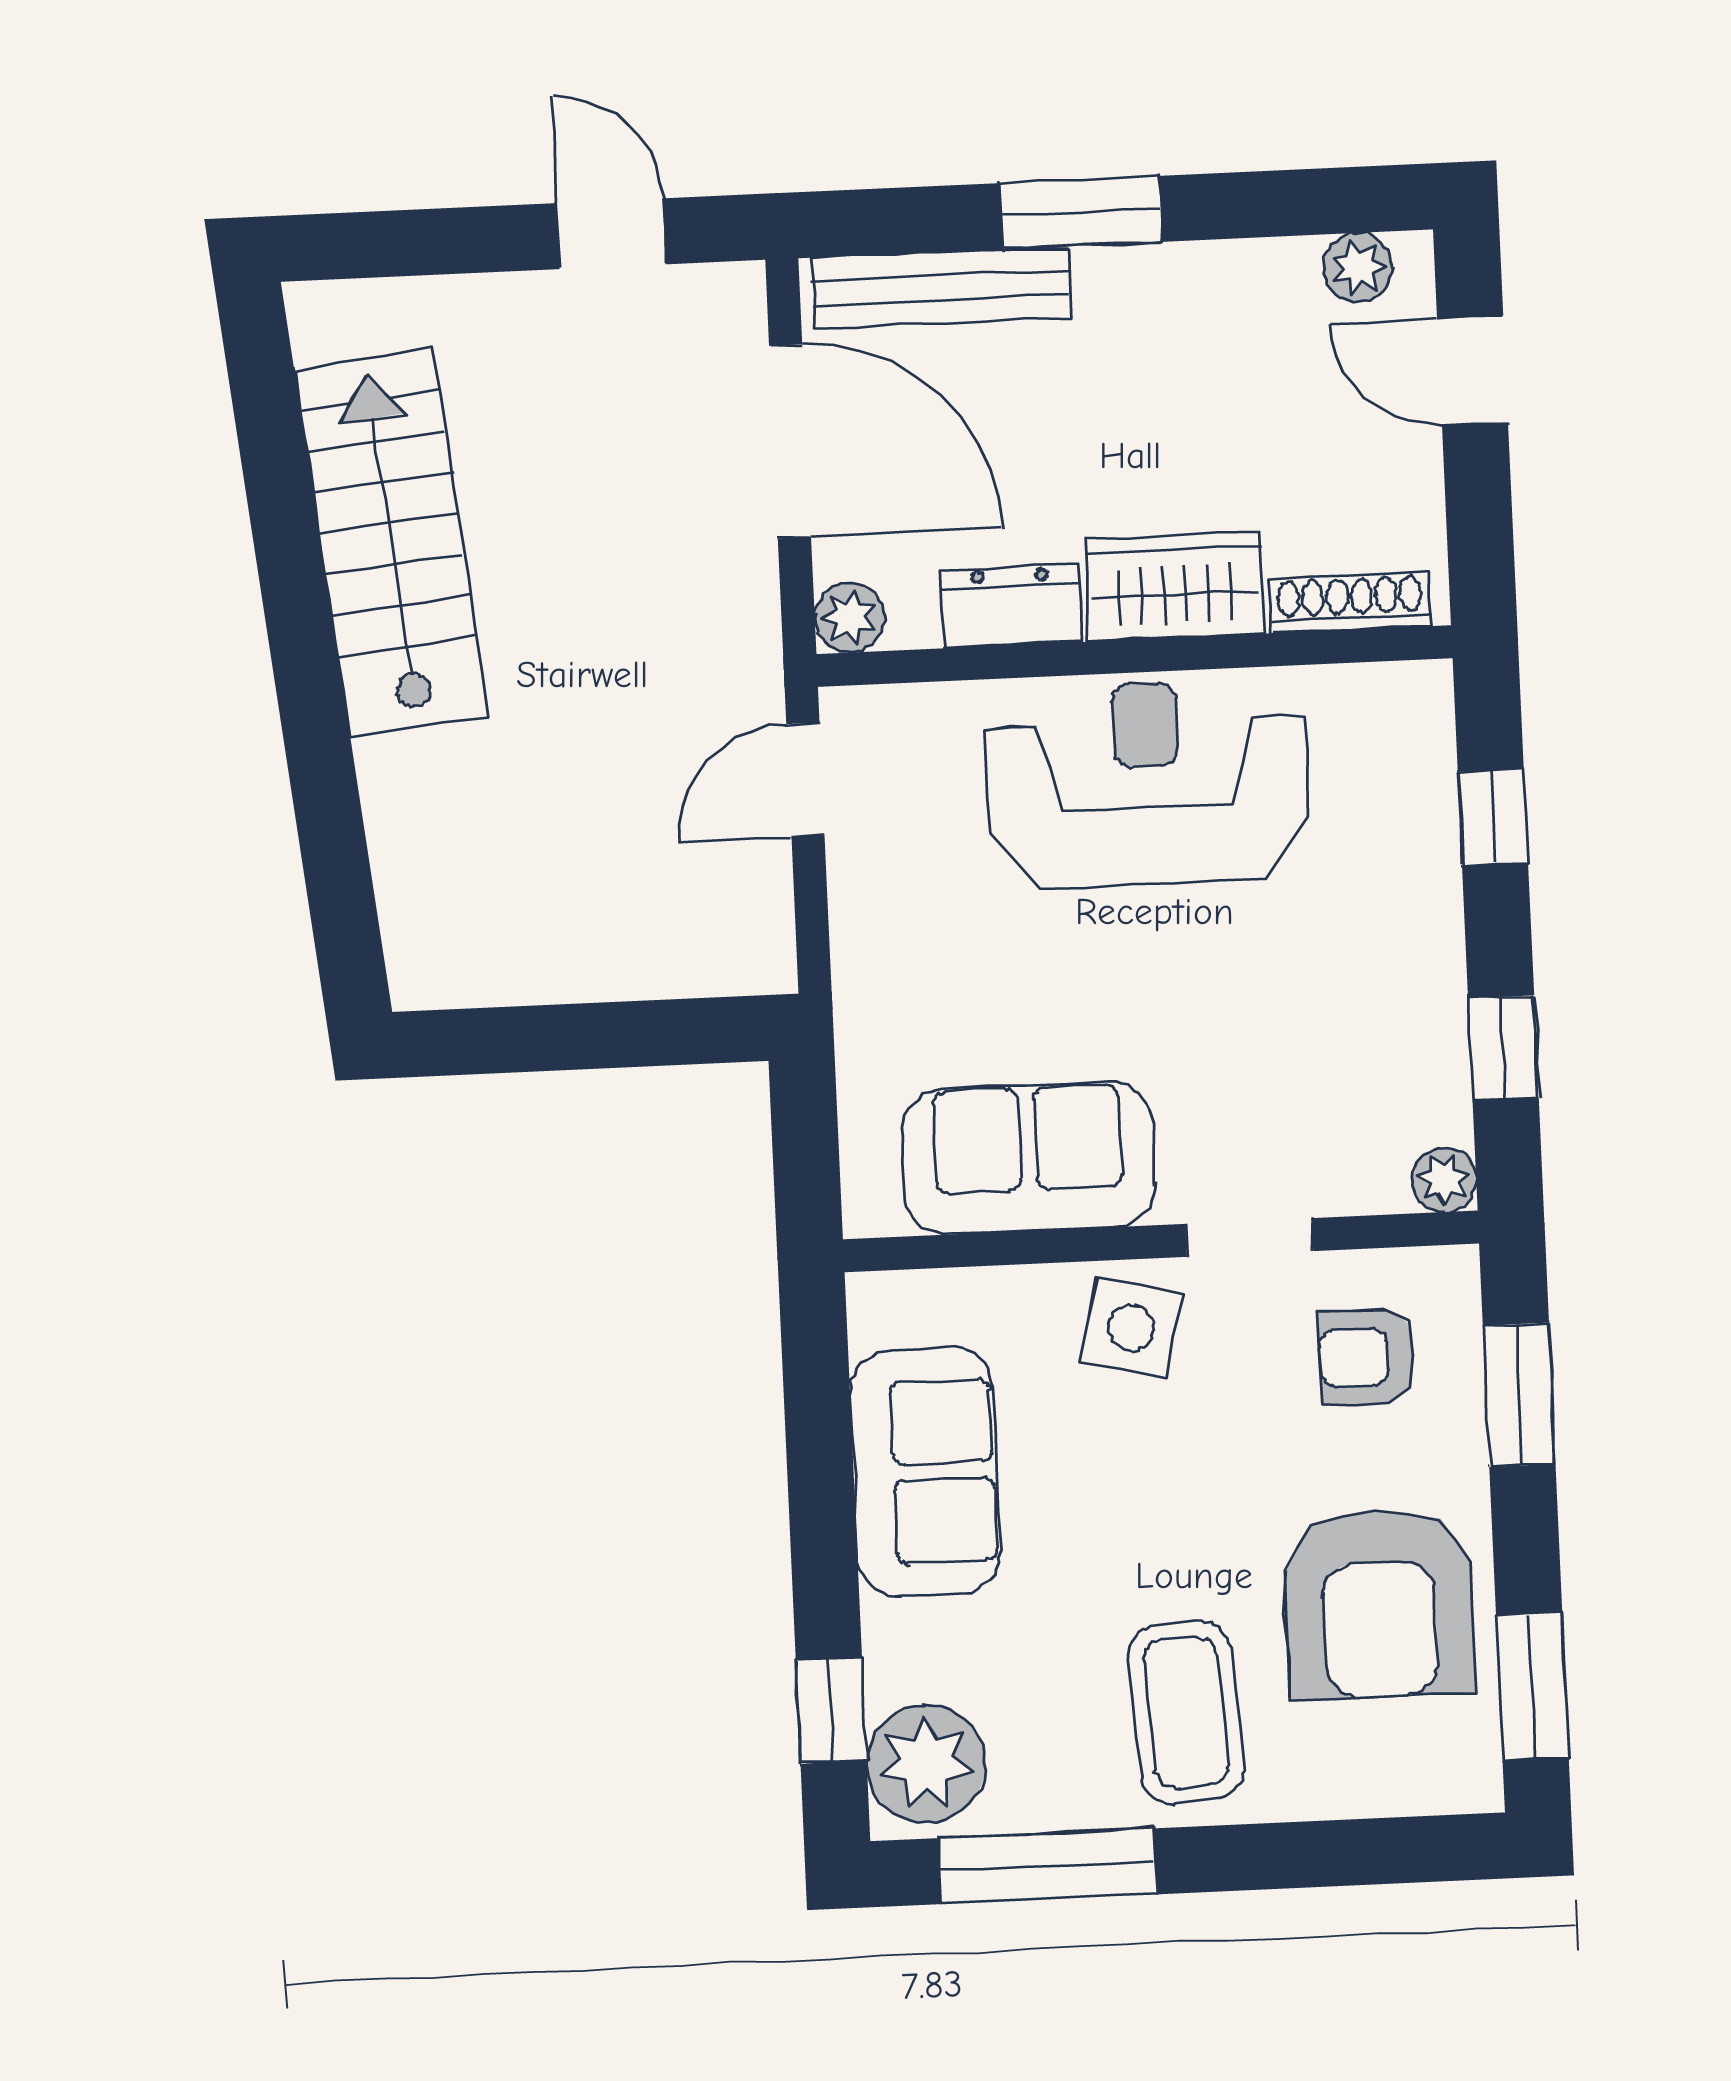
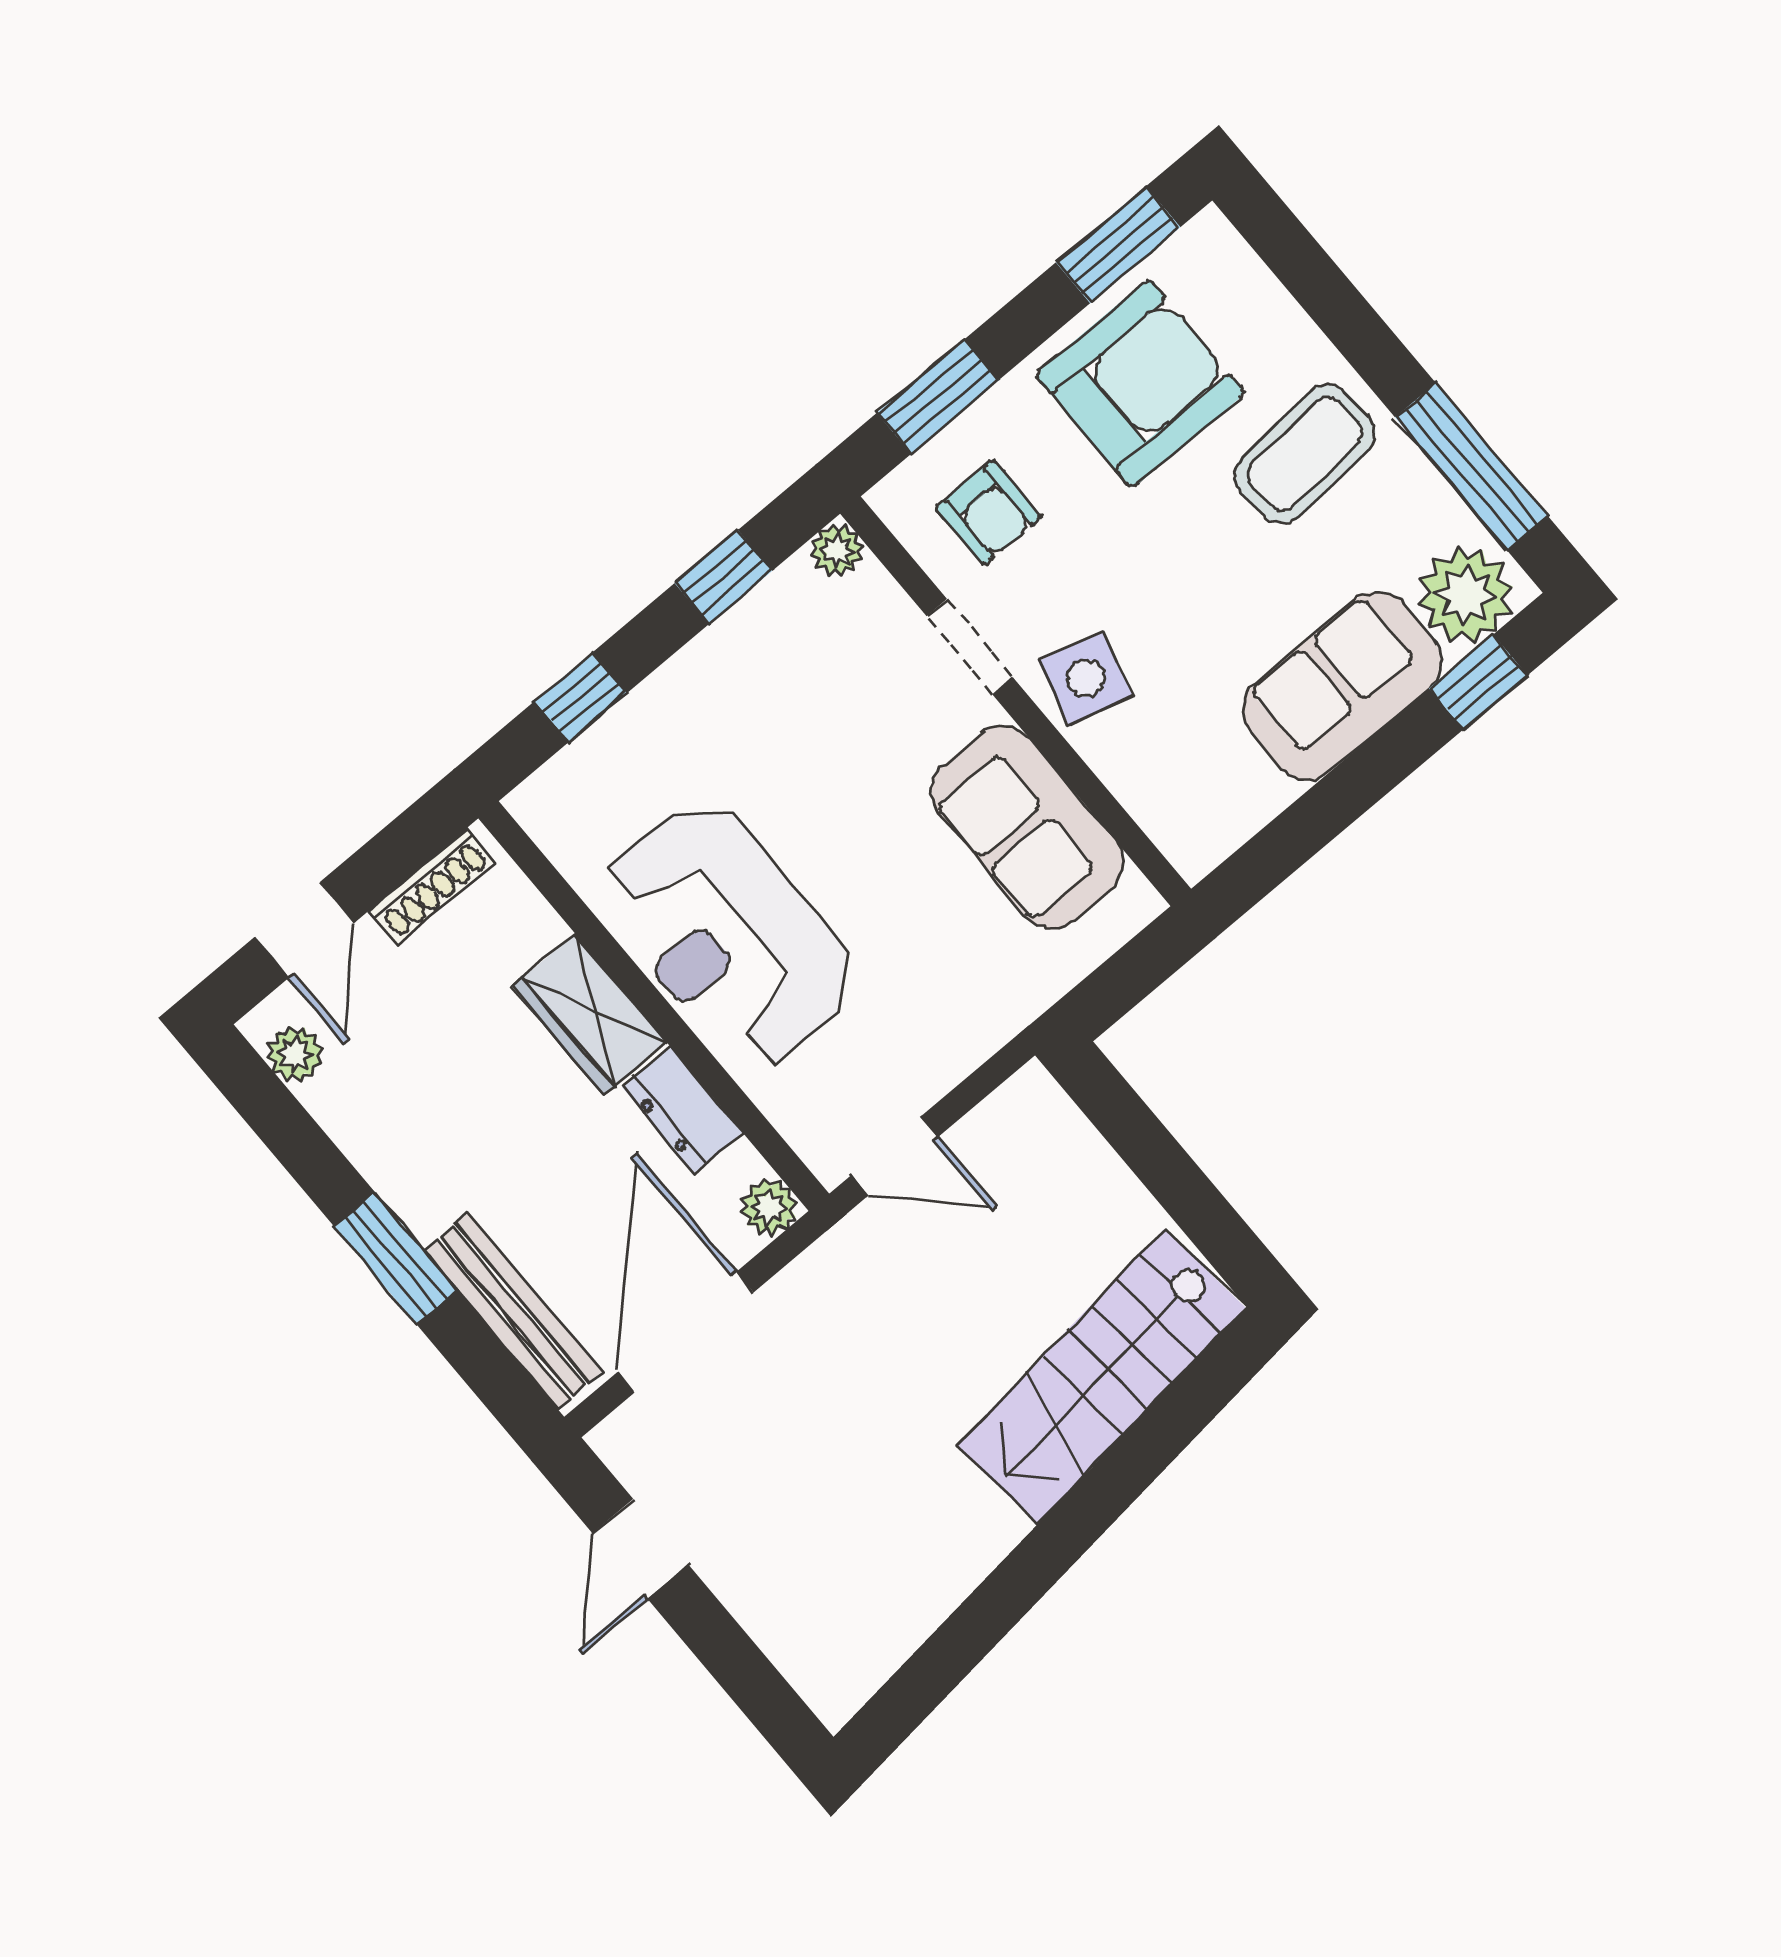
stairs: (391, 543) -> (1101, 1377), moved
shoe rack: (1350, 603) -> (432, 886), moved, turned -90
sofa: (925, 1472) -> (1342, 686), moved

